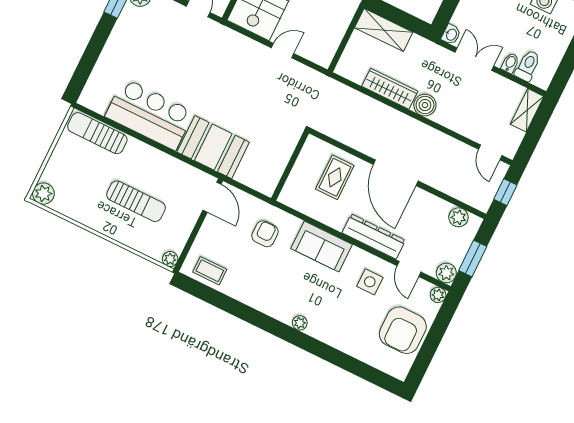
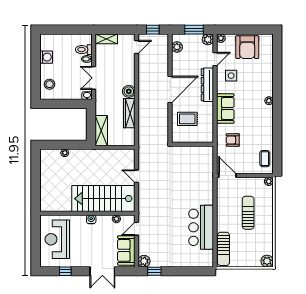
booth: (213, 147) -> (202, 187), removed
door: (212, 197) -> (227, 176), hinge flipped
armchair: (403, 330) -> (247, 47), turned 90

